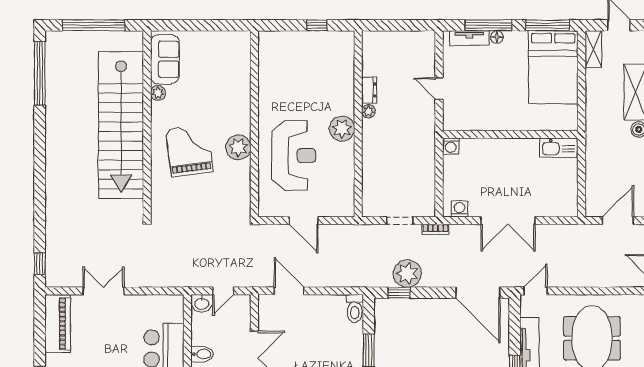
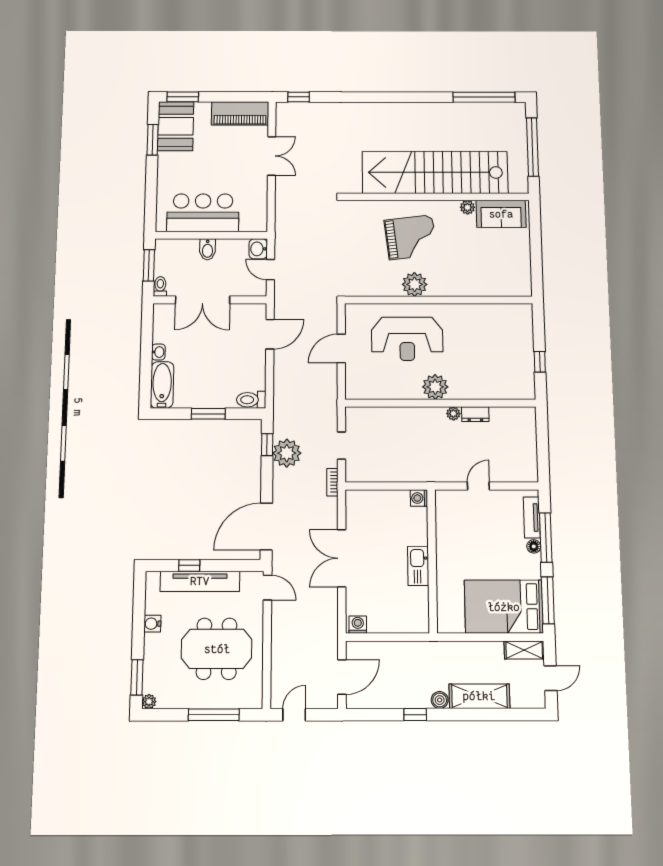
kitchen sink: (558, 148) -> (418, 566), moved
washing machine: (459, 209) -> (358, 625), moved, turned -90
door: (618, 221) -> (342, 677), hinge flipped

